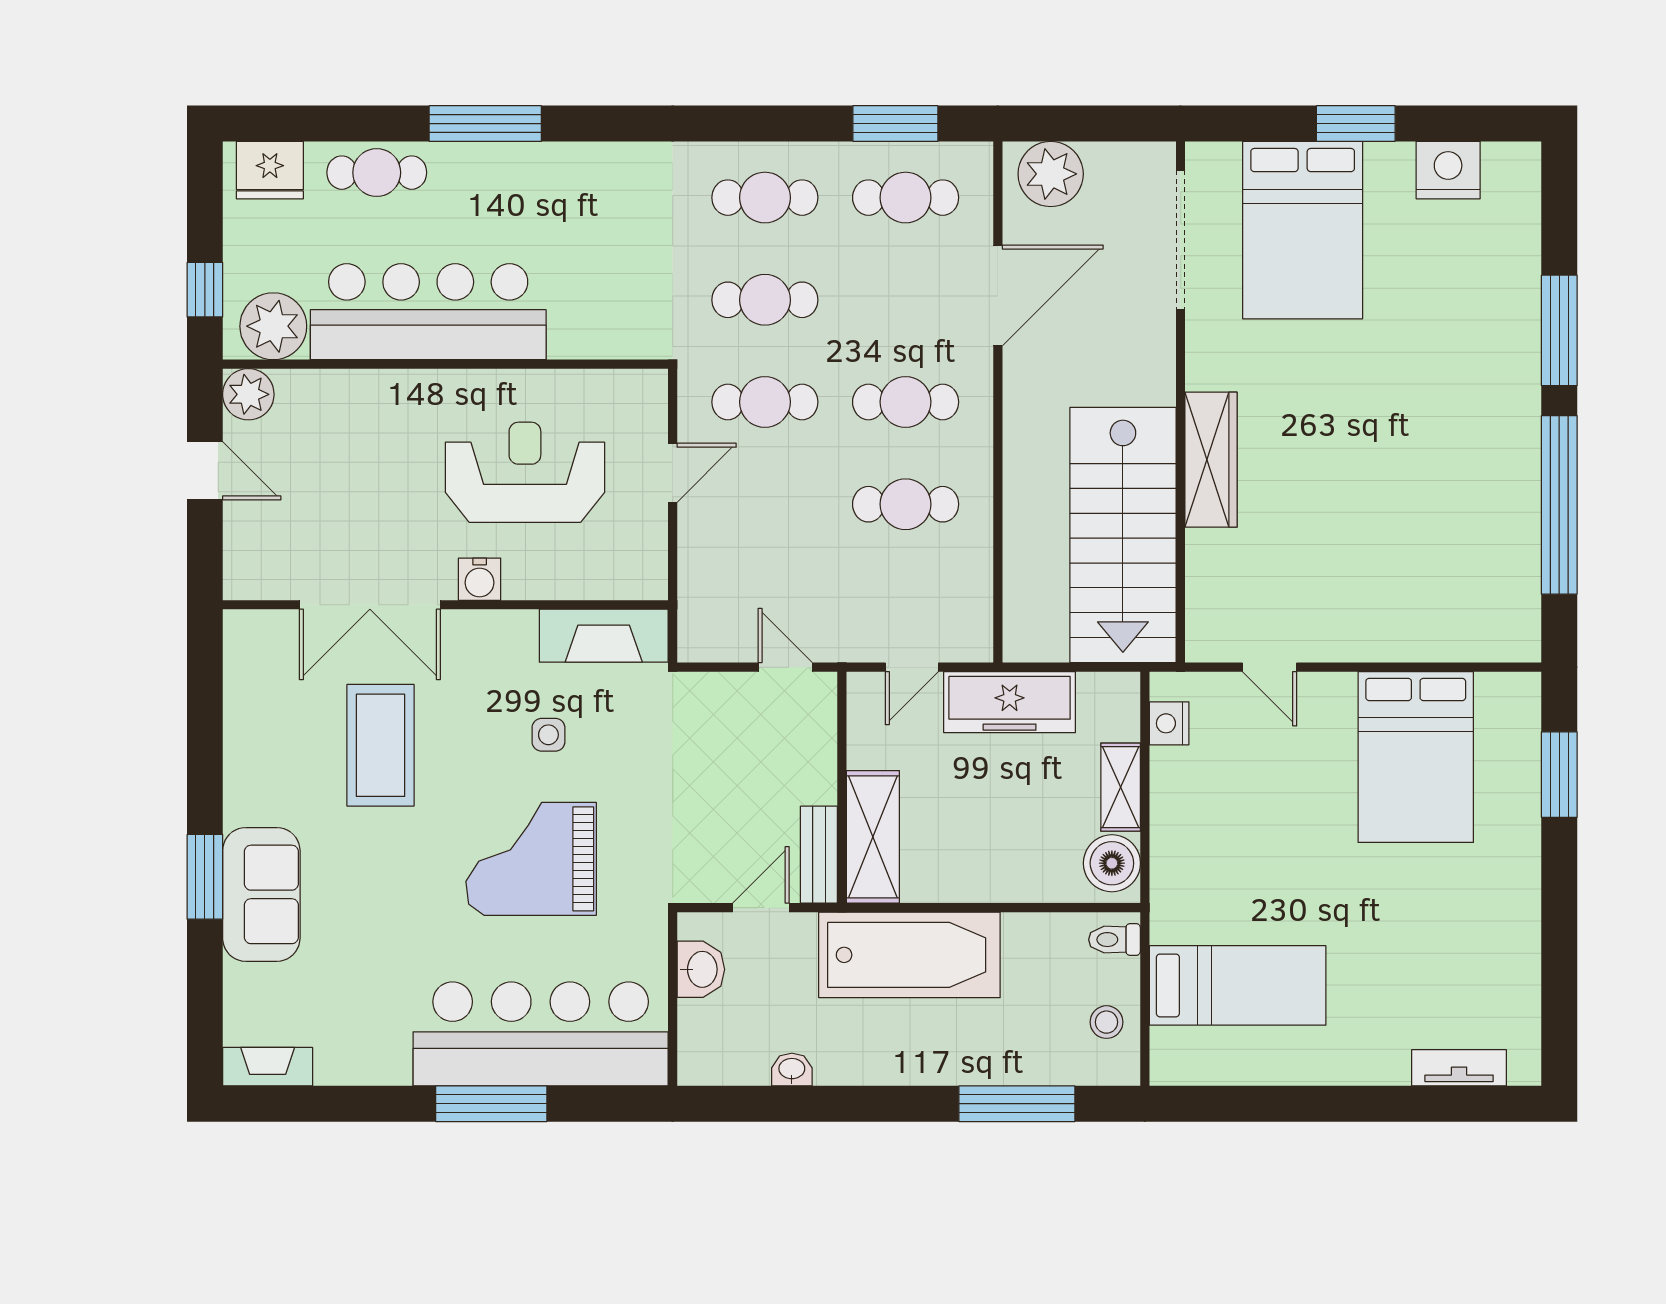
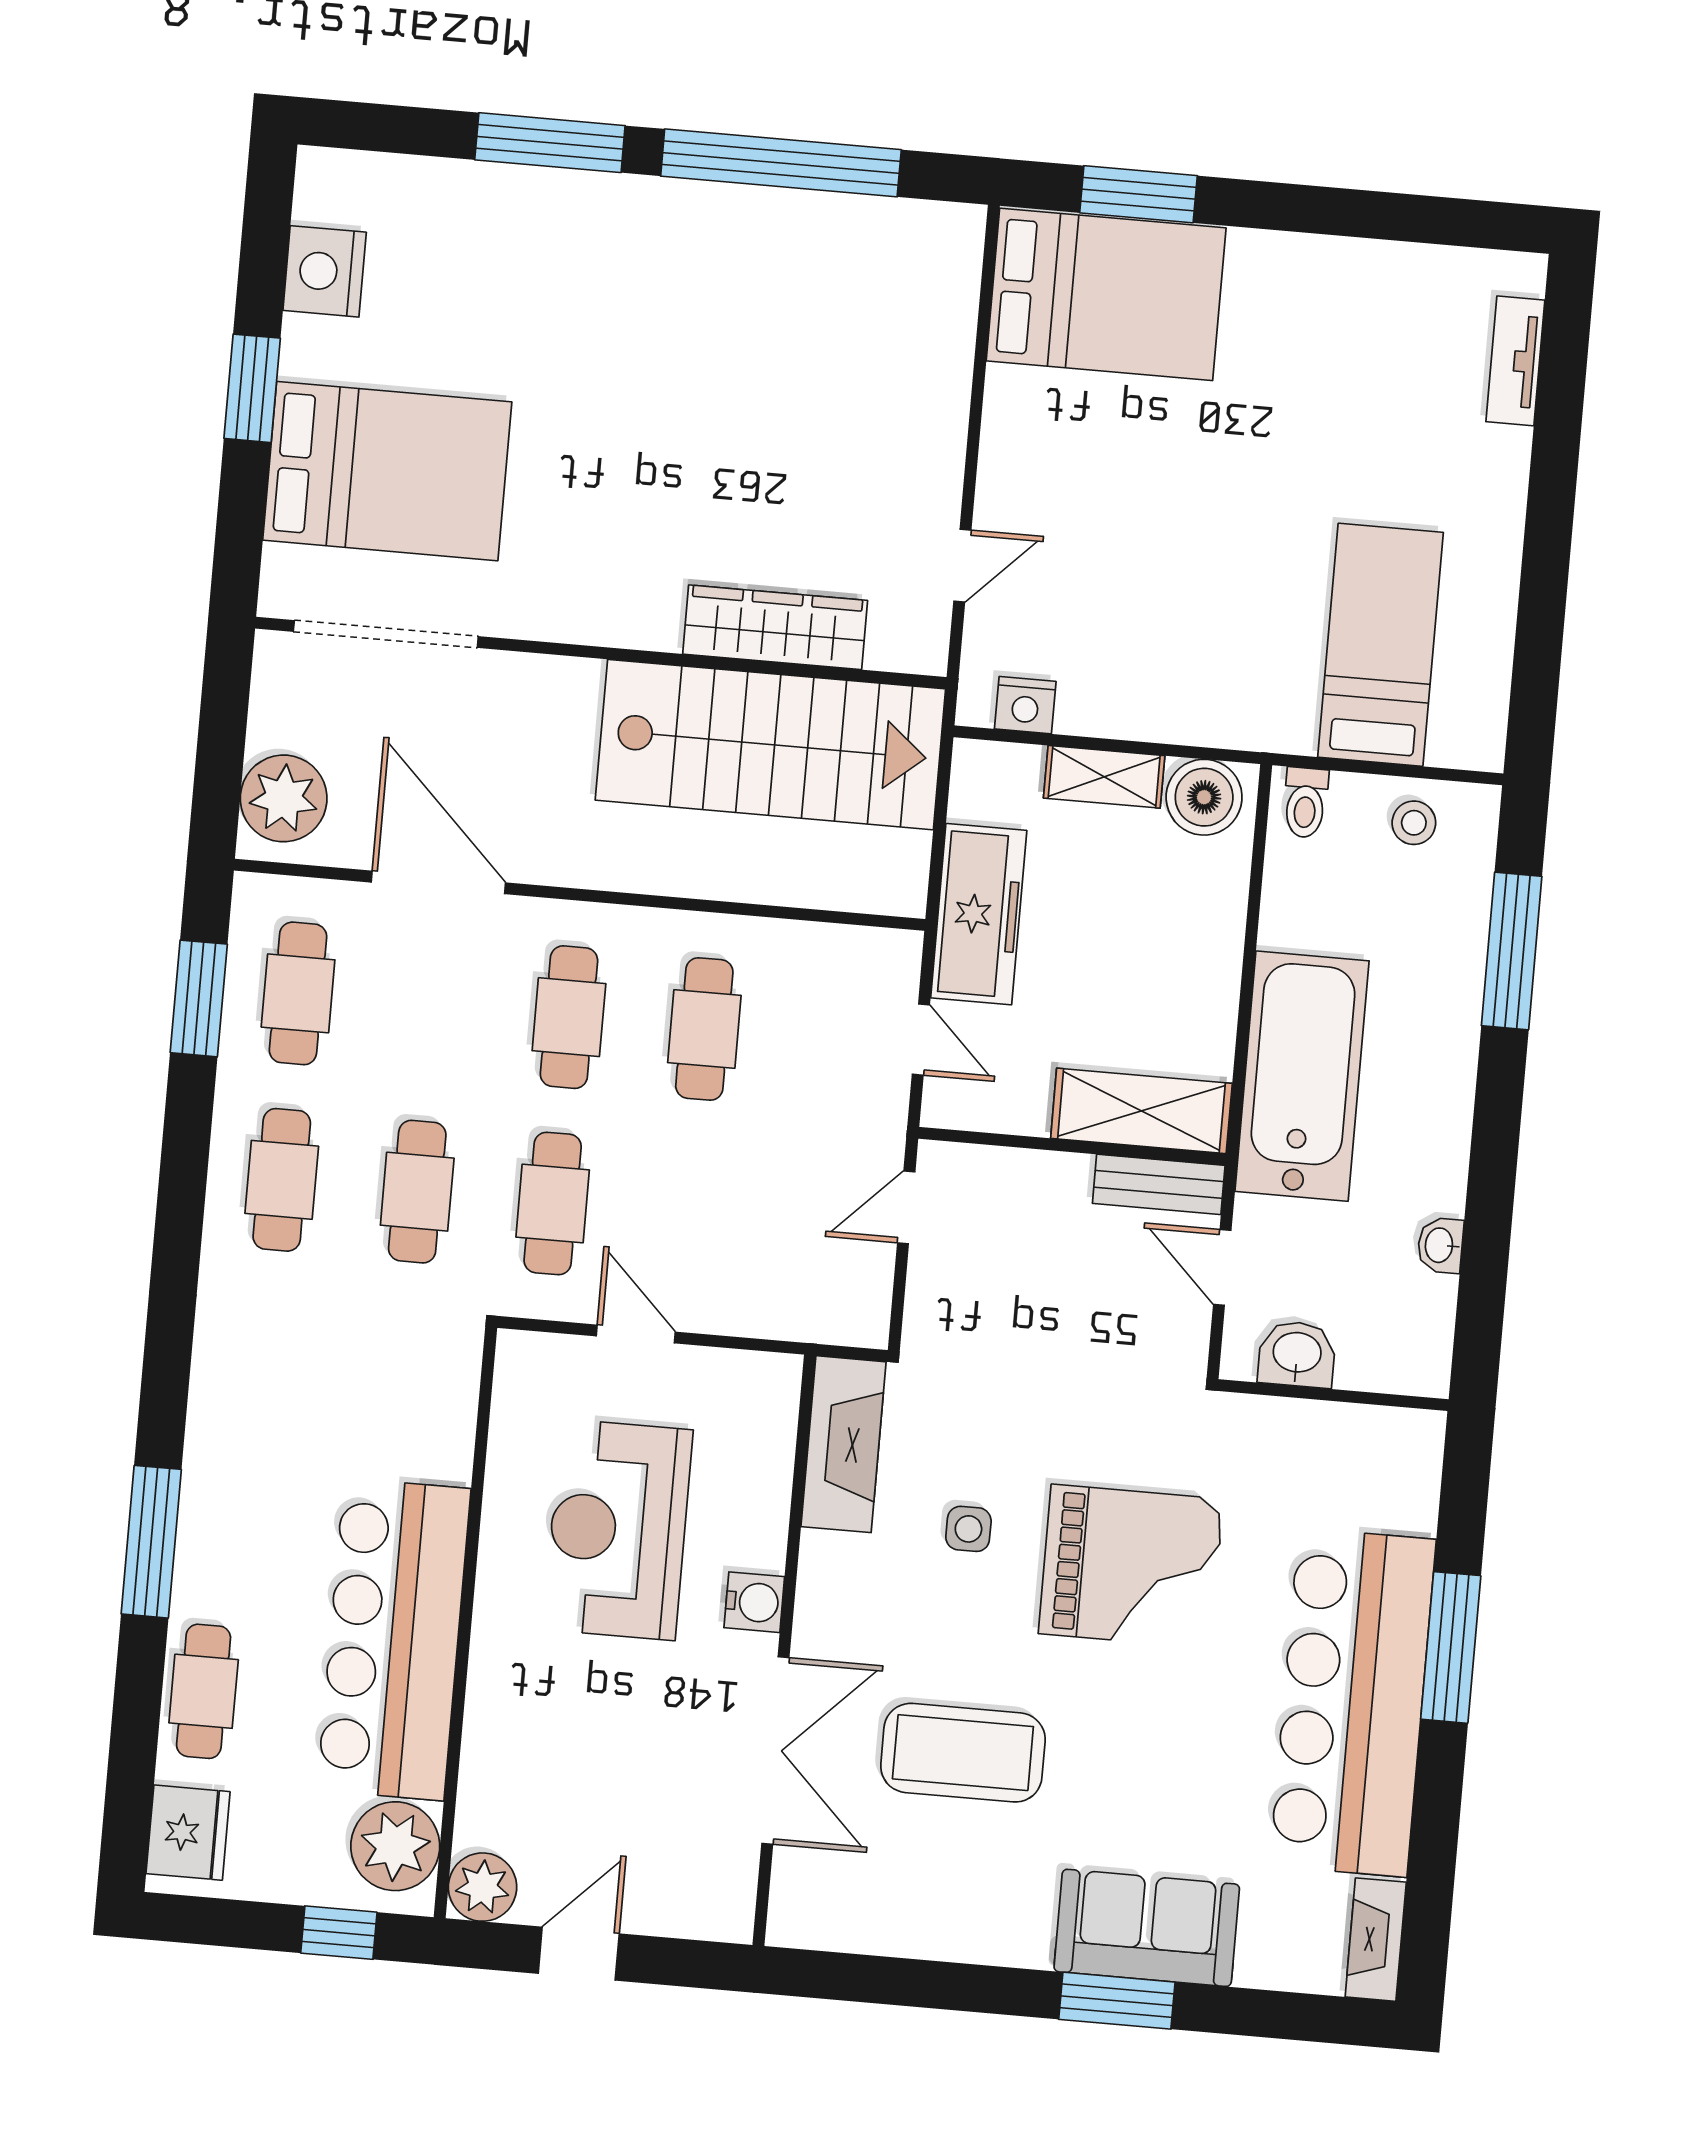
wardrobe: (1211, 460) -> (775, 627), moved
bed: (1416, 757) -> (1106, 294), moved
grand piano: (531, 859) -> (1131, 1566), turned -90
bar counter: (541, 1034) -> (1353, 1702), moved

